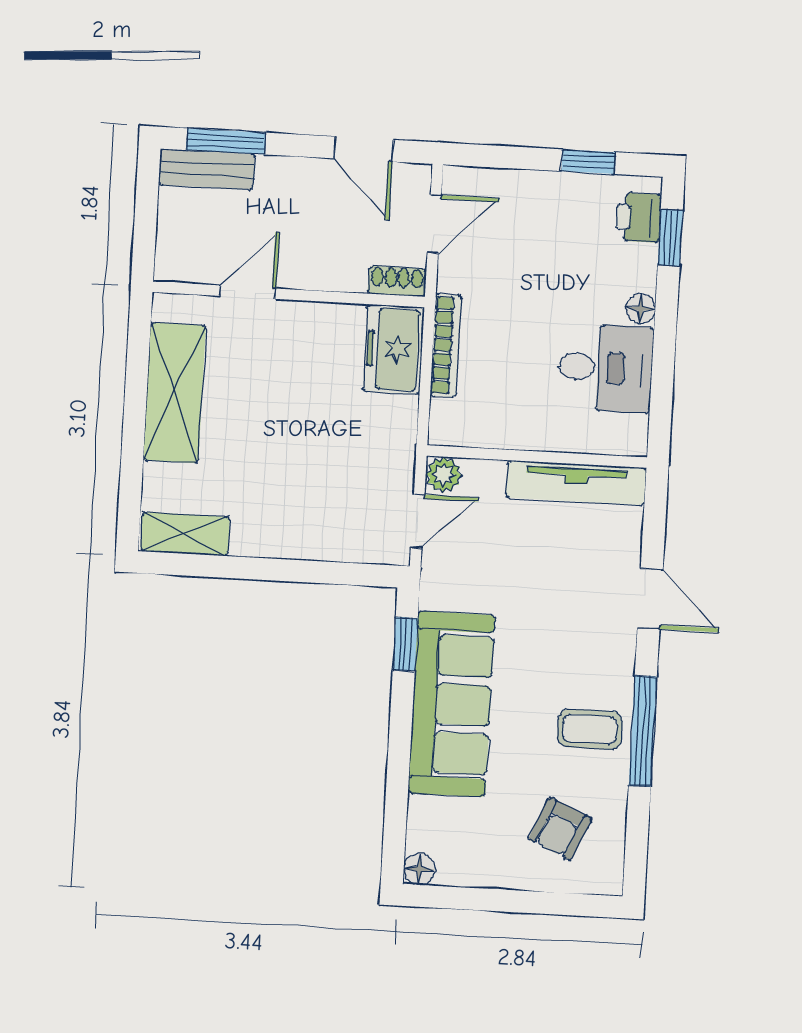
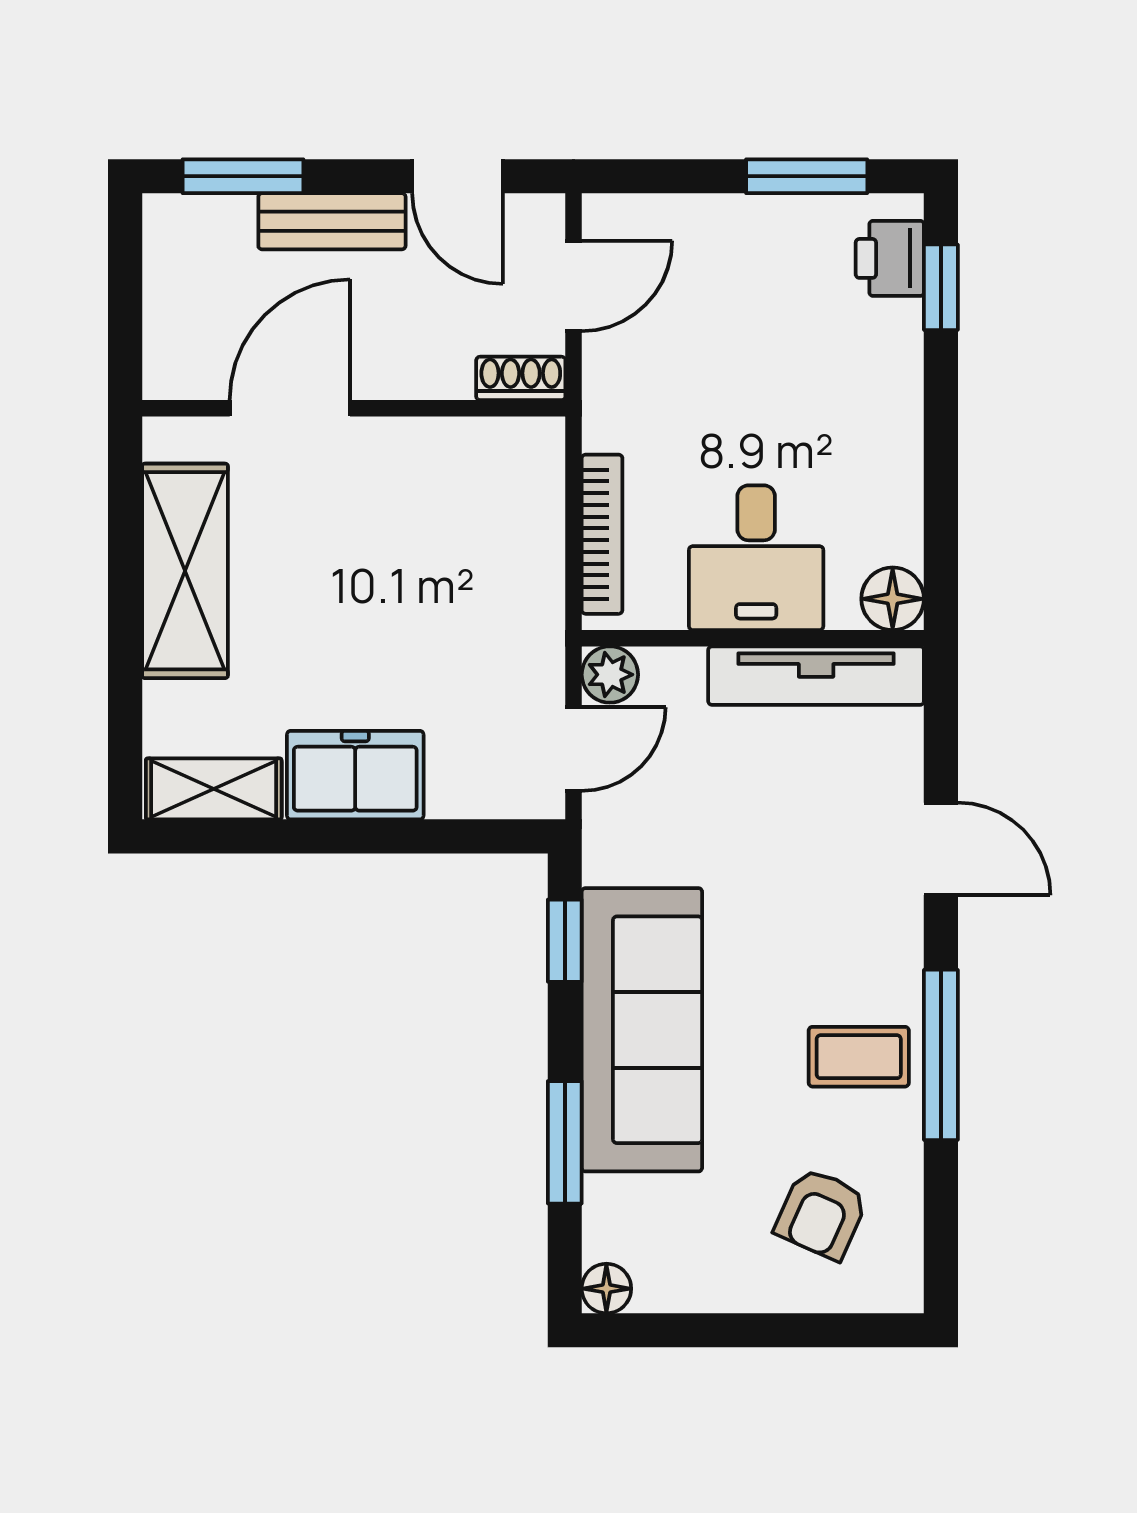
window: (588, 162) -> (807, 176), width x1.50
bench: (207, 169) -> (332, 221), moved
door: (248, 292) -> (290, 408), width x1.38
floor lamp: (641, 308) -> (893, 599), moved, width x1.37, depth x1.37
bookcase: (446, 345) -> (602, 534), moved
freezer: (393, 350) -> (355, 775), moved, turned 90
desk: (605, 368) -> (756, 558), moved, turned 90
window: (398, 774) -> (565, 1142), added

